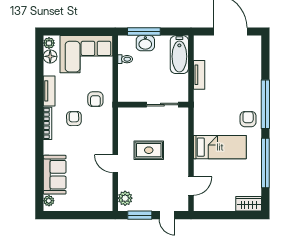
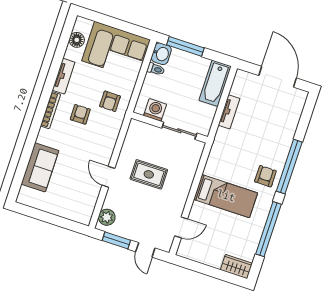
plant: (49, 43) -> (80, 25), removed
washbasin: (145, 43) -> (161, 54), moved, turned -90
washing machine: (136, 94) -> (155, 110), added
plant: (49, 201) -> (25, 193), removed

